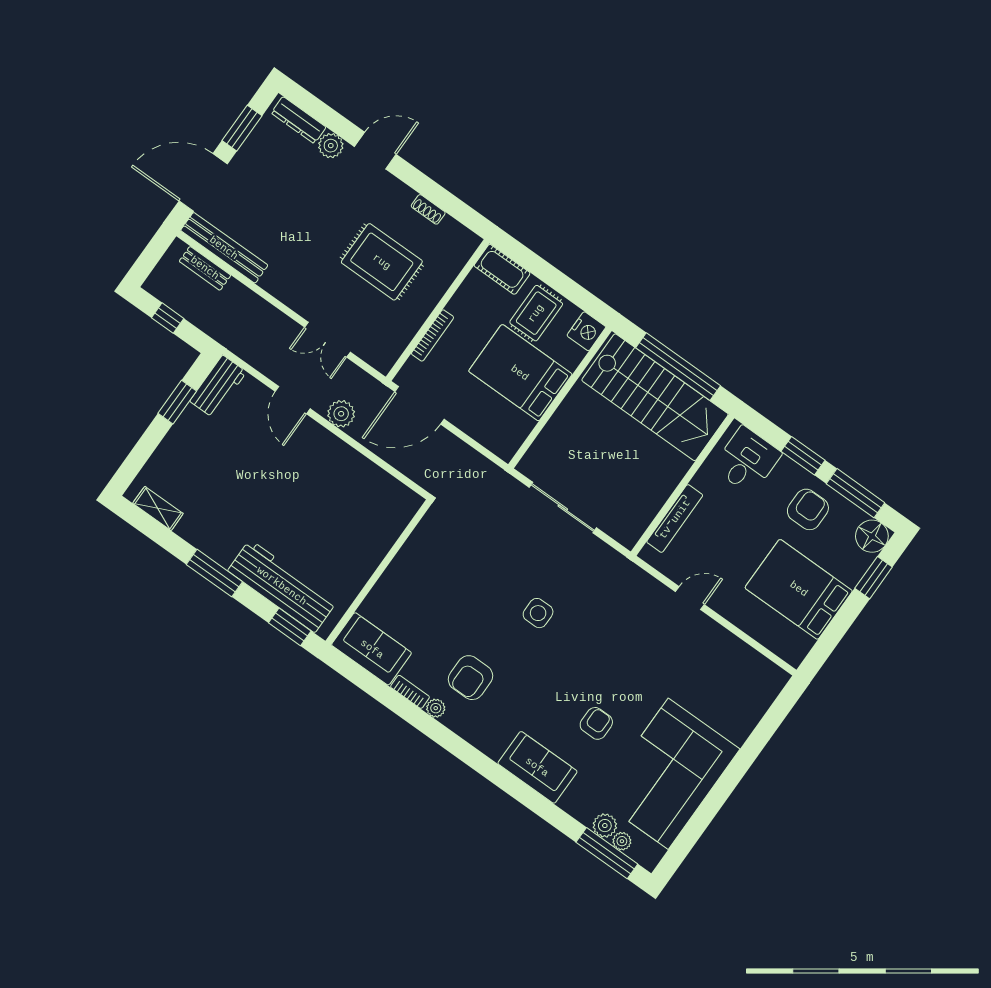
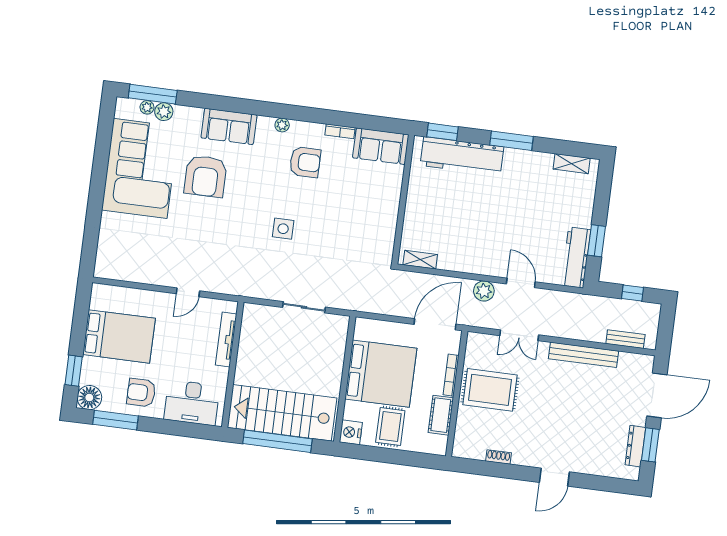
dresser: (299, 120) -> (635, 446), moved, turned -90
plant: (331, 146) -> (586, 465), removed
bench: (224, 248) -> (584, 355), moved
rug: (382, 262) -> (490, 390), moved
cot: (502, 269) -> (441, 415), moved, turned 90
double door: (327, 340) -> (519, 335), swing flipped
bed: (520, 373) -> (381, 374), width x1.36
workbench: (218, 387) -> (576, 258), width x1.38
window: (803, 456) -> (163, 426), removed
desk: (747, 460) -> (192, 403), width x1.37
shelving: (396, 491) -> (420, 260), added
sliding door: (563, 508) -> (304, 307), width x0.73
armchair: (808, 509) -> (141, 393), turned 90
armchair: (470, 678) -> (305, 162), turned 90
plant: (436, 708) -> (282, 125), moved
armchair: (596, 723) -> (206, 176), width x1.88, depth x1.88

